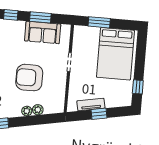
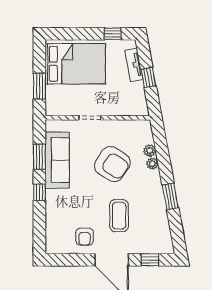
sofa: (43, 32) -> (57, 160), width x1.36
armchair: (29, 78) -> (112, 164), turned -57
tv unit: (91, 105) -> (134, 65), moved

